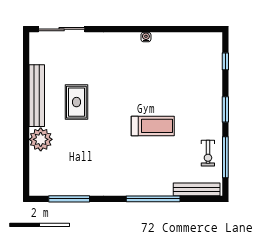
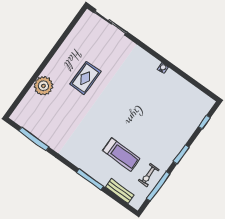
bench: (37, 96) -> (62, 55), removed
treadmill: (153, 126) -> (121, 155), moved
bench: (197, 189) -> (119, 191), width x0.73
window: (153, 199) -> (90, 179), width x0.68

